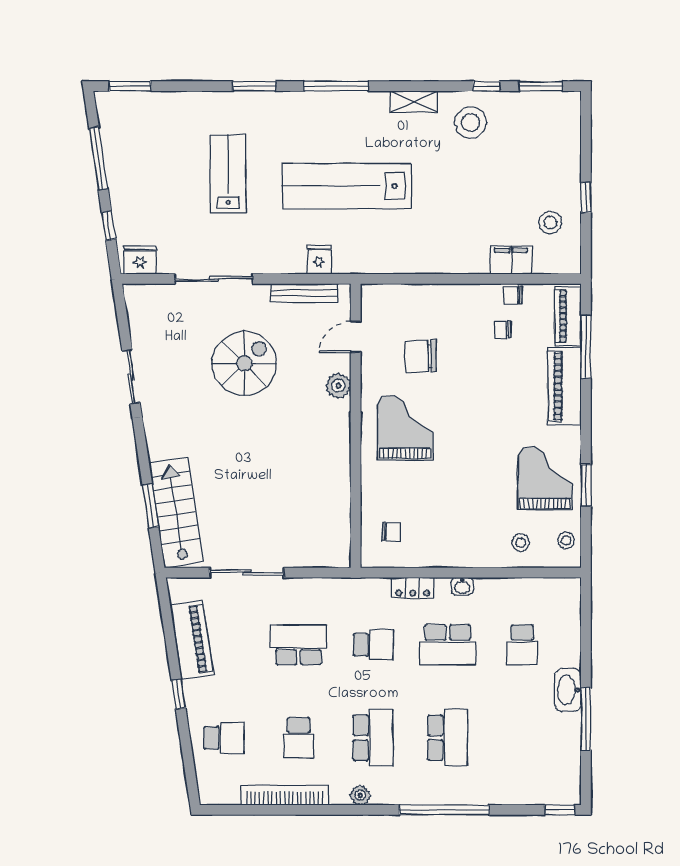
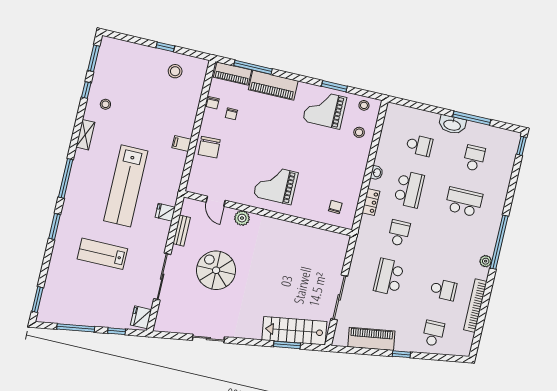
stool: (471, 123) -> (105, 104), width x0.53, depth x0.53
filing cabinet: (511, 260) -> (182, 144), moved, width x0.50
bench: (304, 293) -> (182, 231), width x0.73
chair: (420, 356) -> (209, 147), moved
school desk: (373, 738) -> (474, 158), moved, width x0.54
window: (444, 810) -> (499, 242), moved

